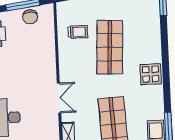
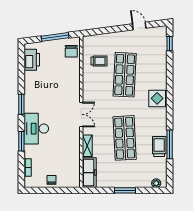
chair: (30, 17) -> (71, 51), moved

